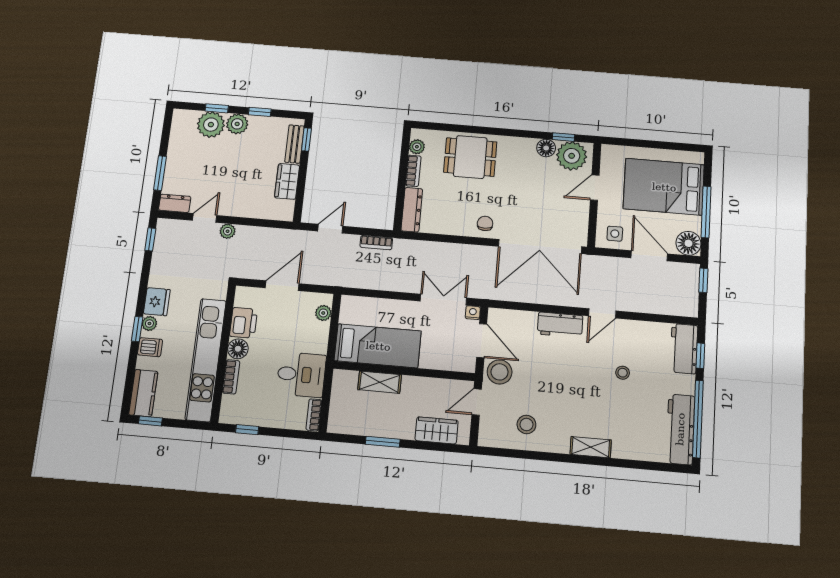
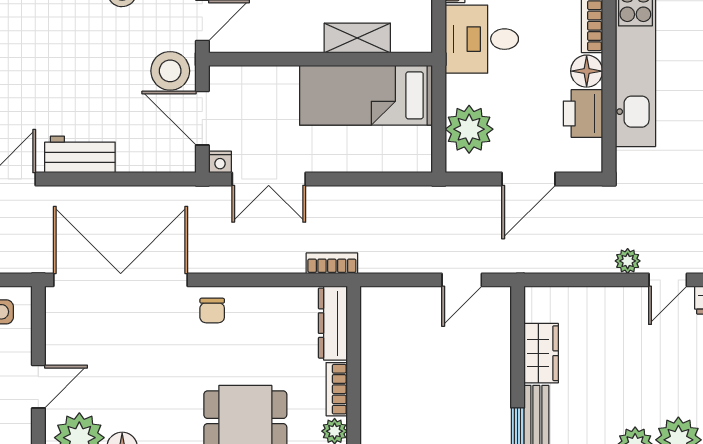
bookcase: (376, 243) -> (332, 263), moved
plant: (323, 313) -> (469, 129), width x1.87, depth x1.87

